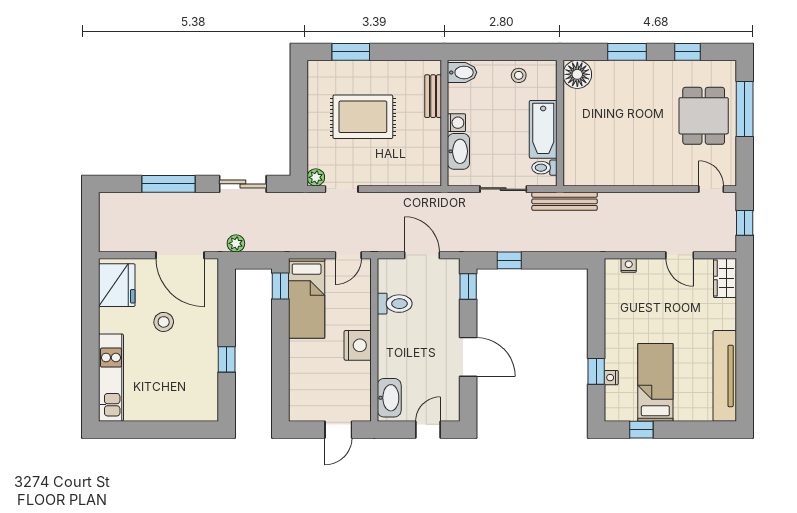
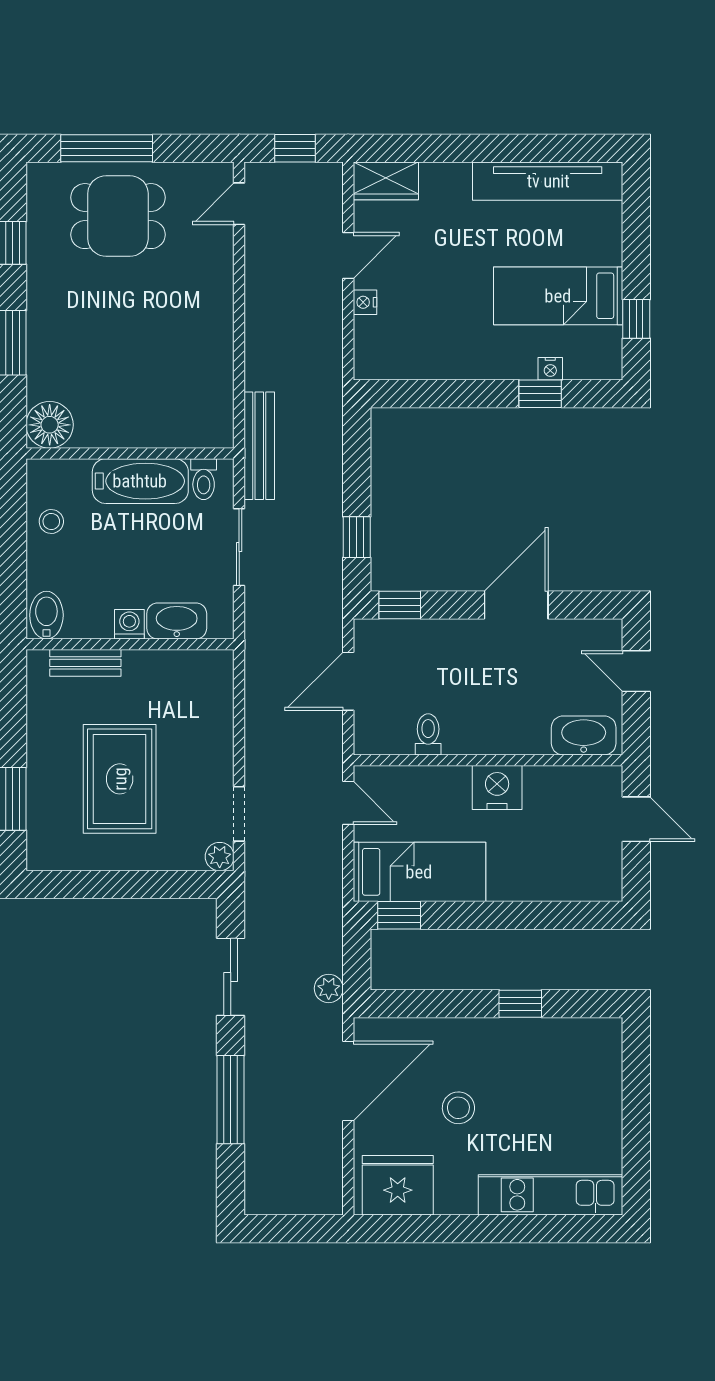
nightstand: (629, 265) -> (365, 302), moved
toilet: (395, 304) -> (428, 734), width x0.73, depth x0.72

